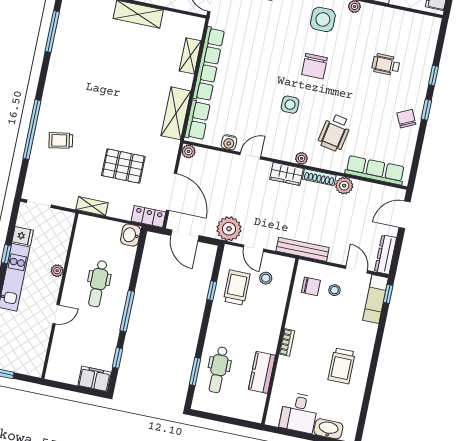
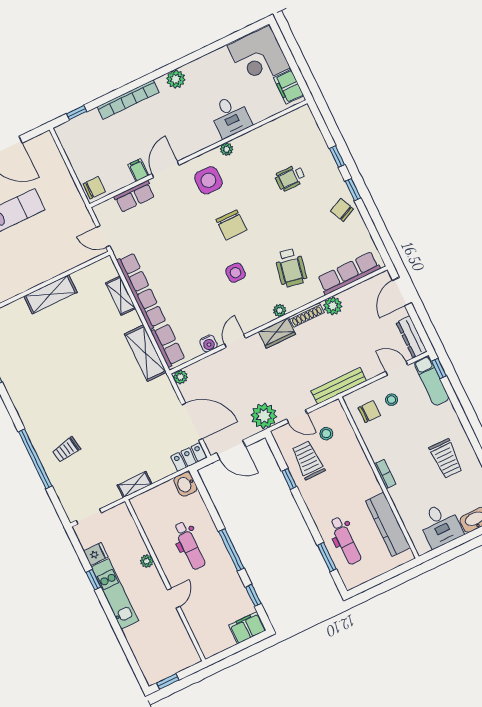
pallet: (123, 166) -> (135, 431), removed
kitchen counter: (262, 372) -> (388, 524), width x1.50

